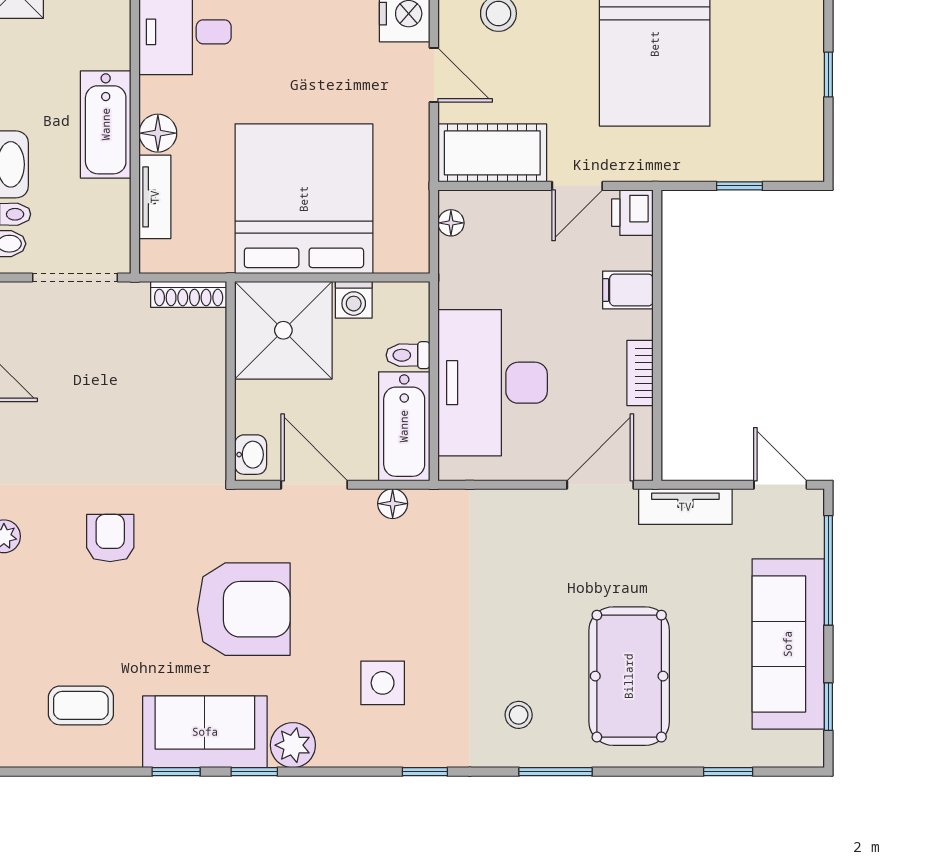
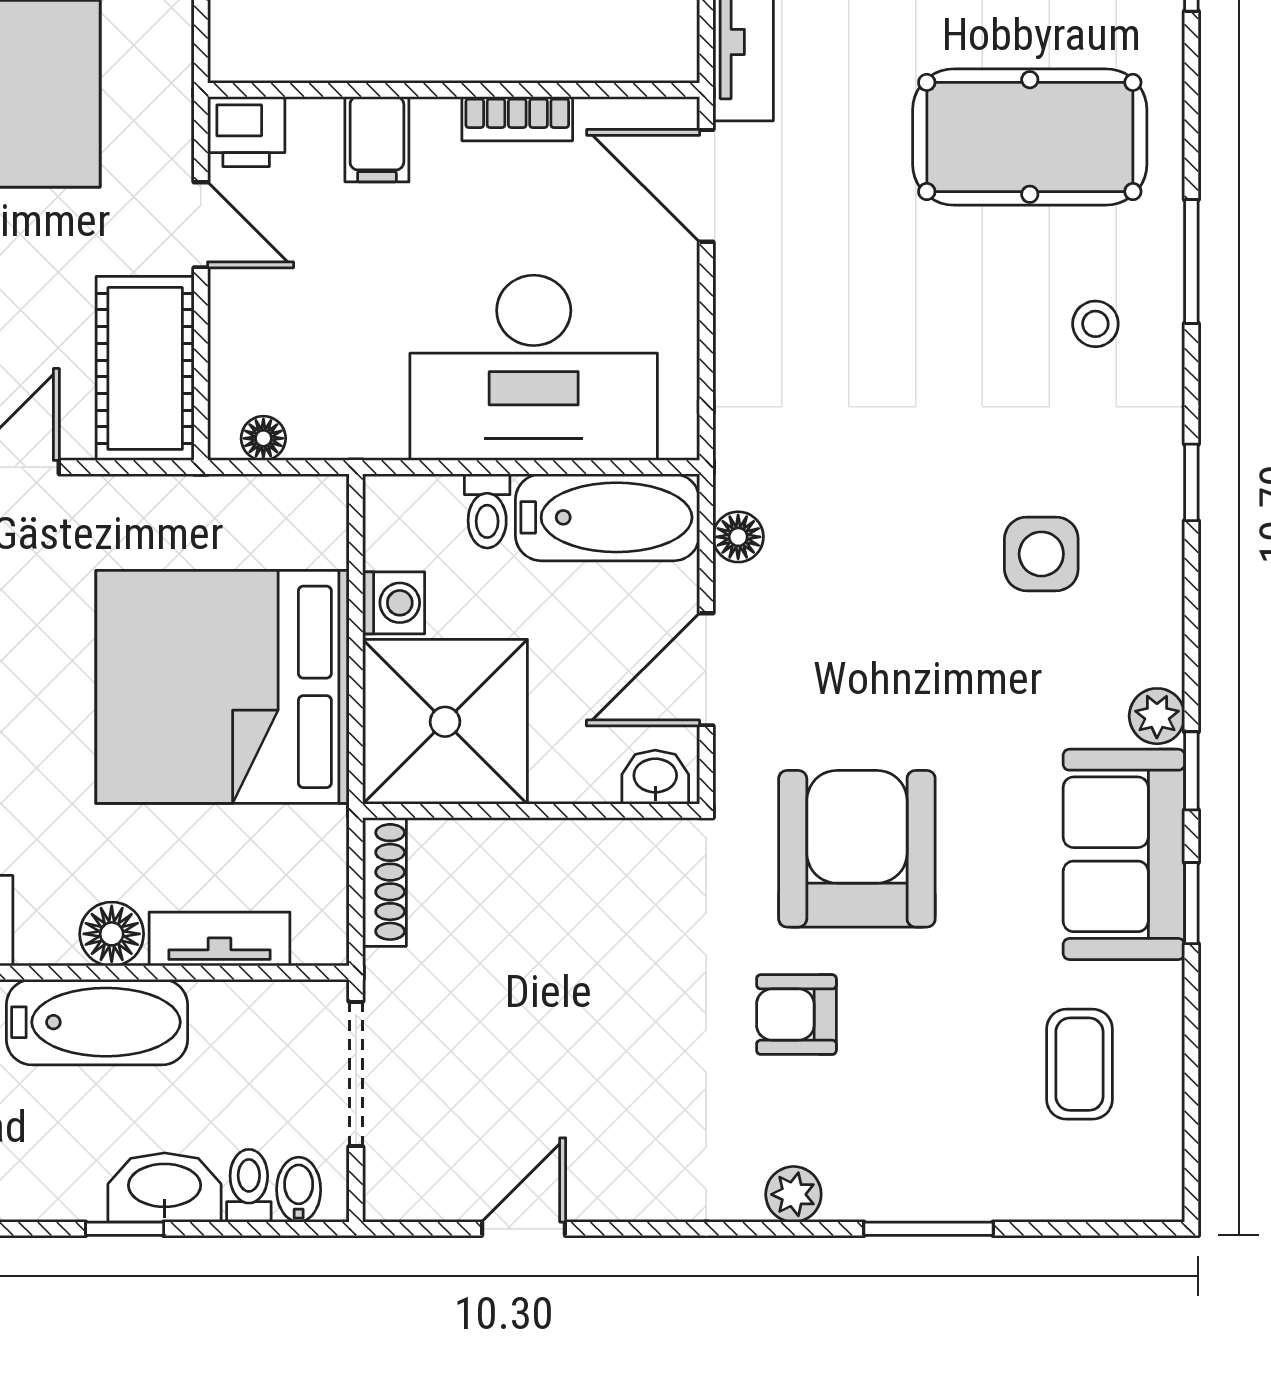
armchair: (244, 609) -> (857, 849), moved
plant: (293, 745) -> (1157, 716), width x0.73, depth x0.73

